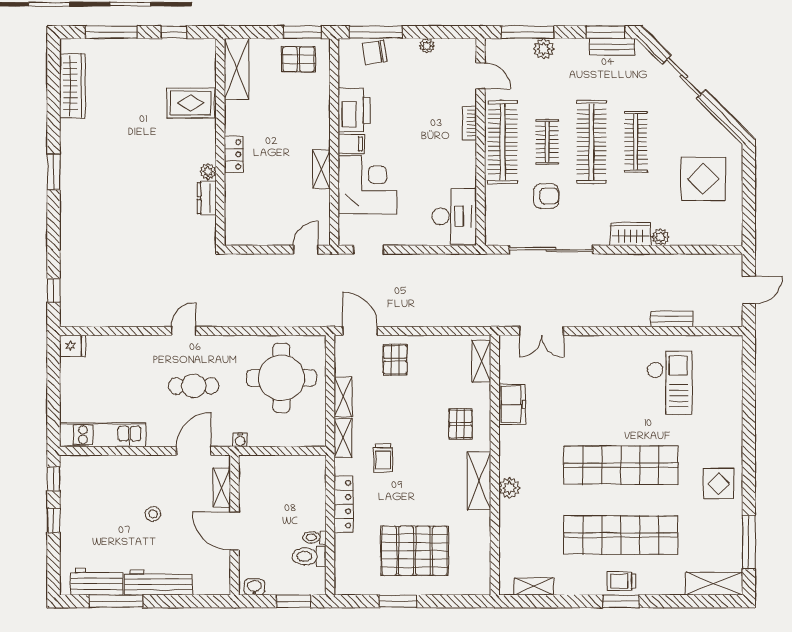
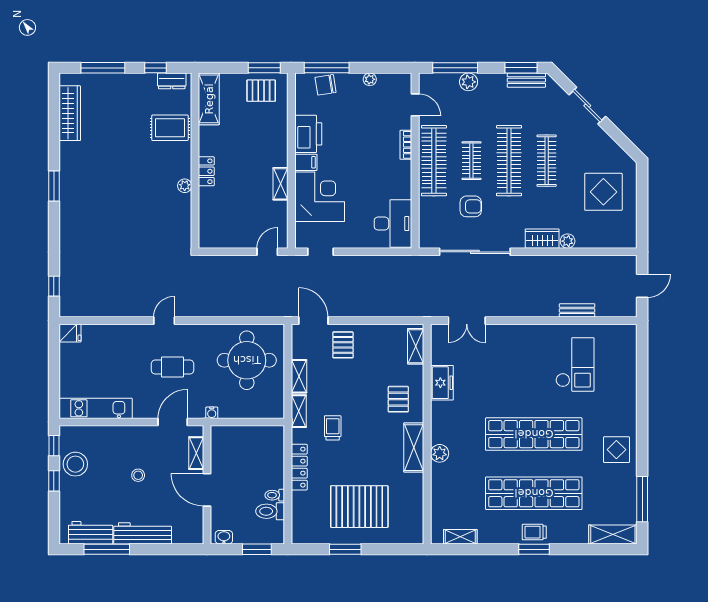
dresser: (207, 198) -> (172, 81), moved, turned -90
trolley: (383, 458) -> (333, 428), turned 180
stool: (79, 501) -> (75, 464), added

